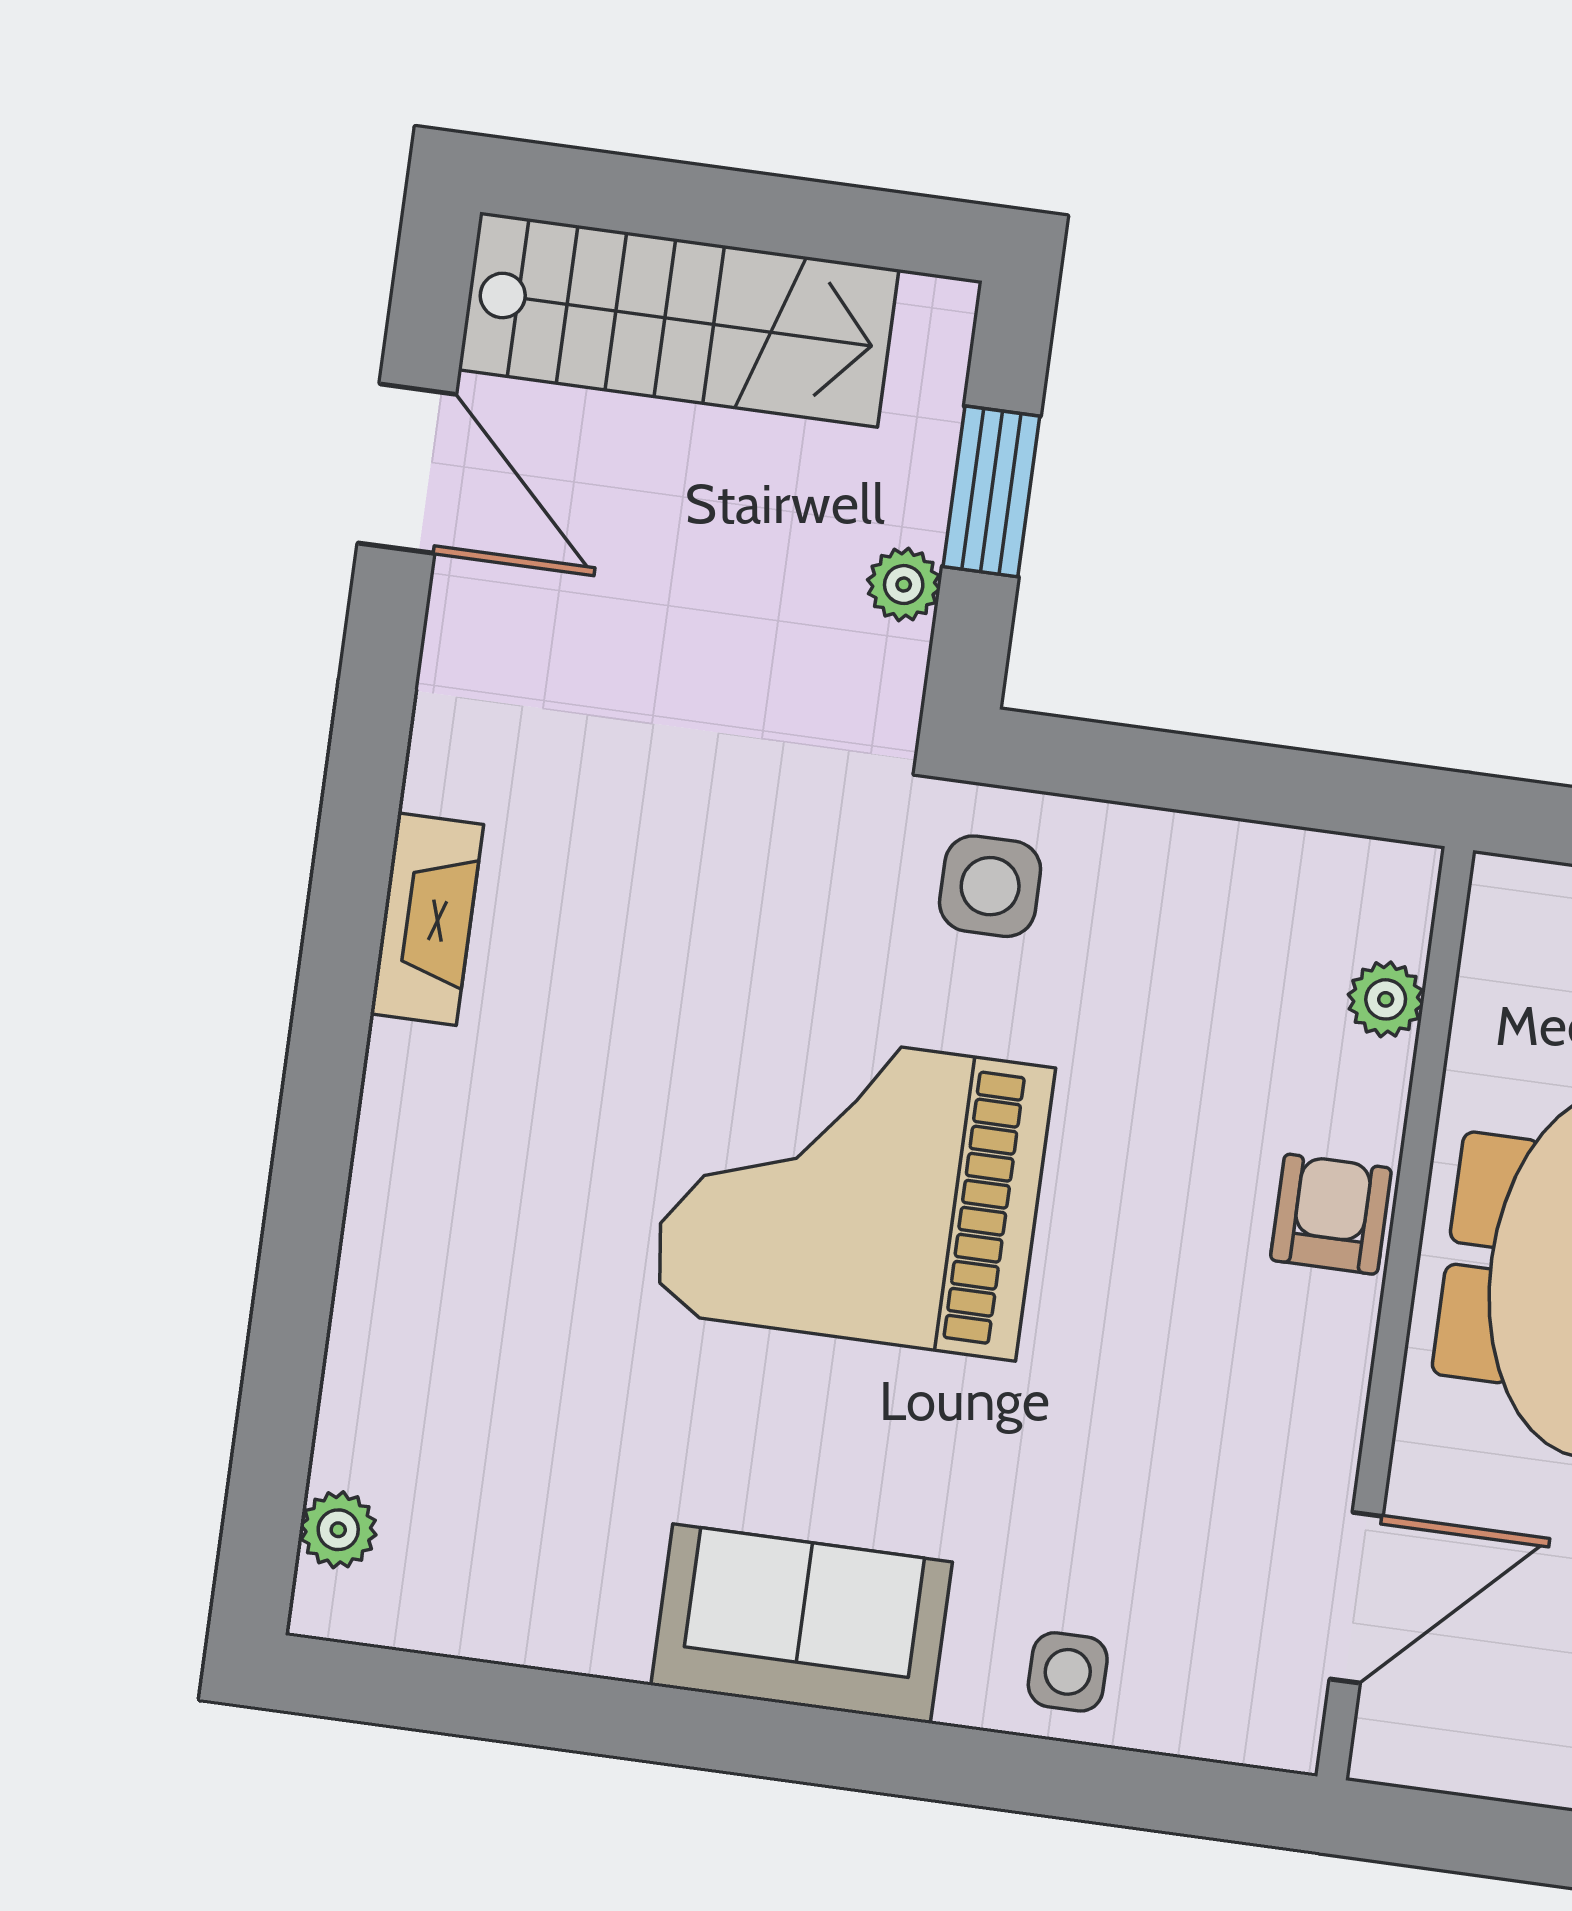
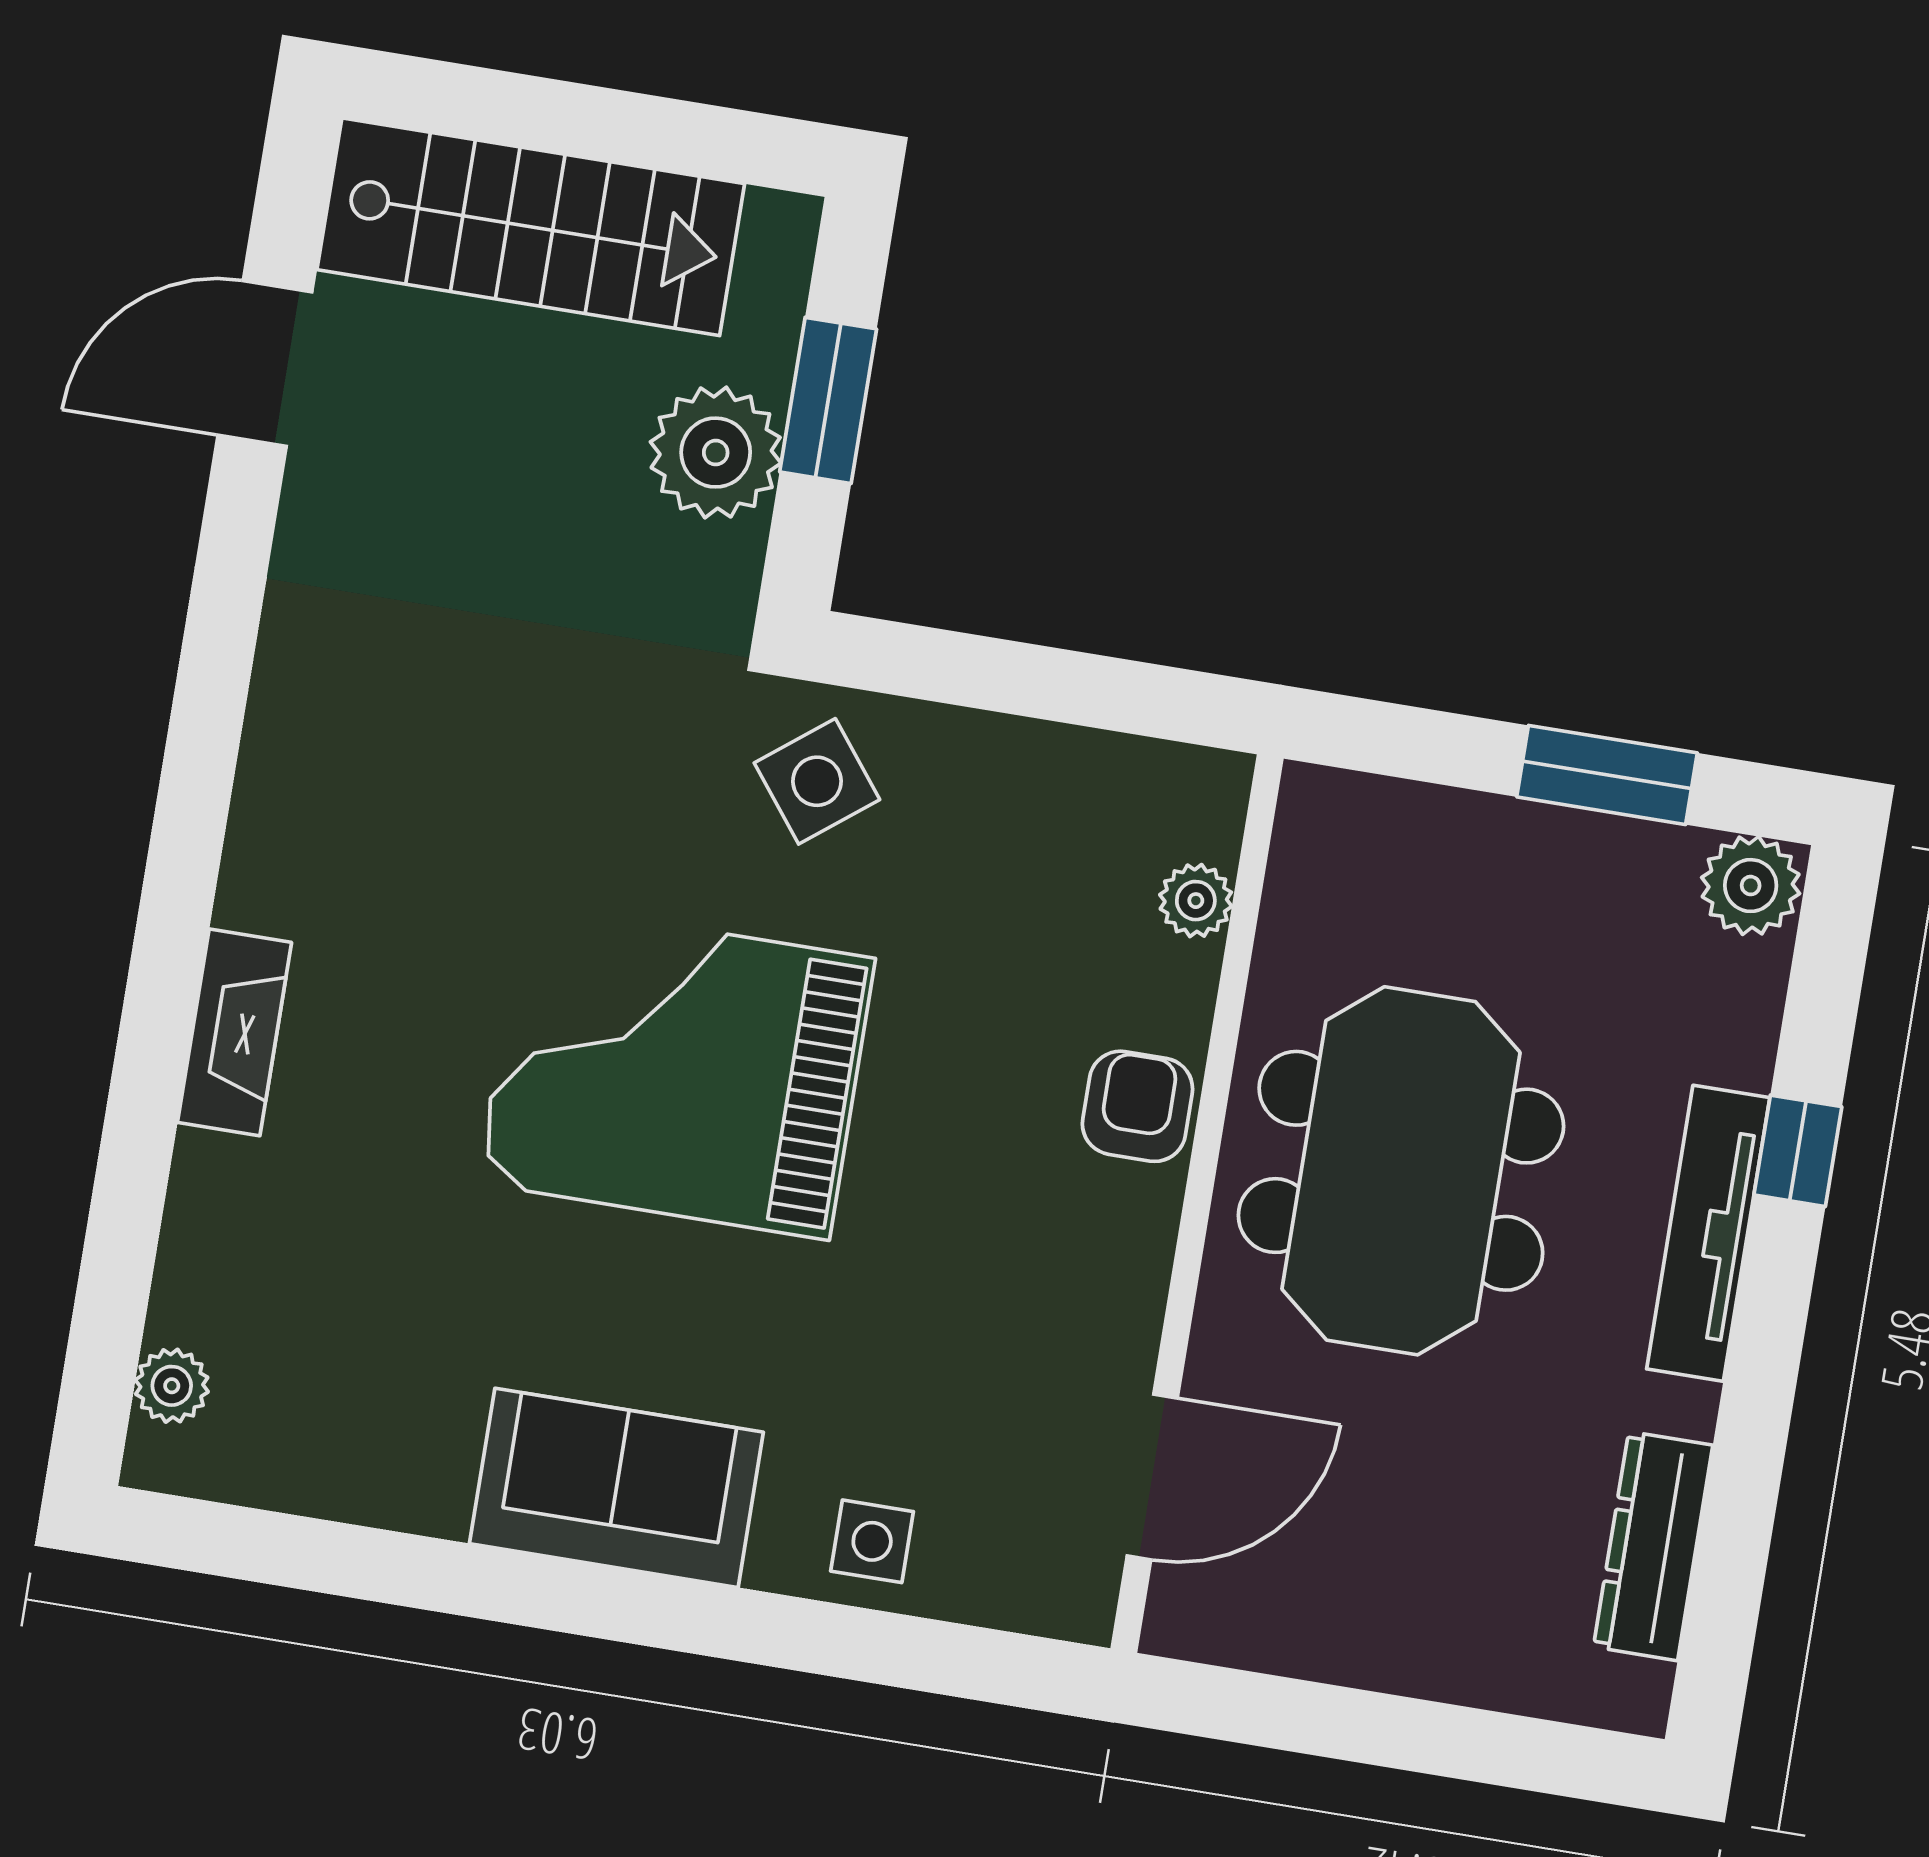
door: (407, 469) -> (265, 364), swing flipped
plant: (904, 585) -> (716, 453), width x1.88, depth x1.88
side table: (990, 886) -> (817, 781), turned -38
fireplace: (427, 919) -> (234, 1032), moved

